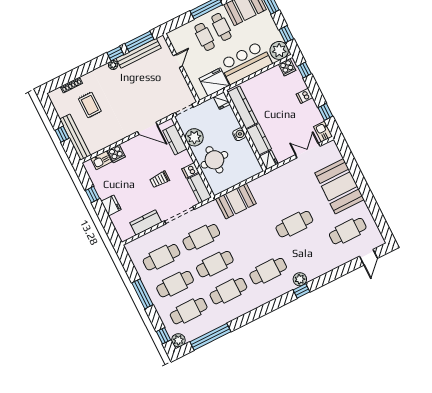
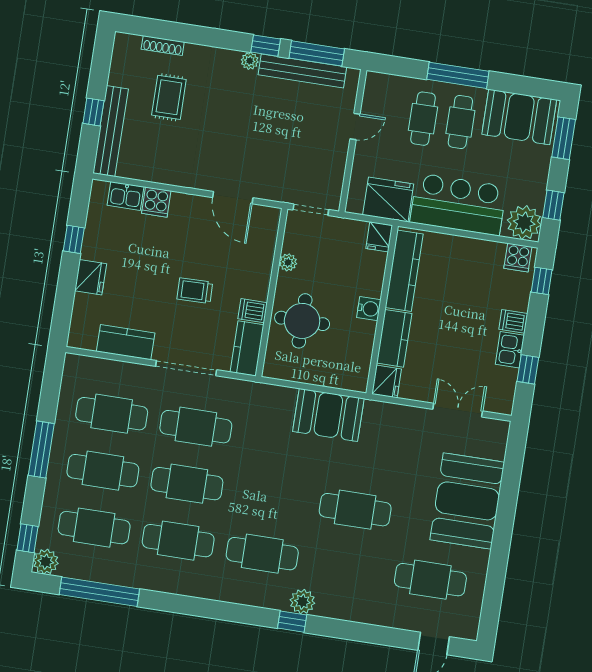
kitchen sink: (323, 132) -> (510, 350), moved
plant: (194, 137) -> (288, 262), width x0.53, depth x0.53
kitchen counter: (175, 140) -> (263, 246), removed
booth: (236, 201) -> (328, 415), moved

